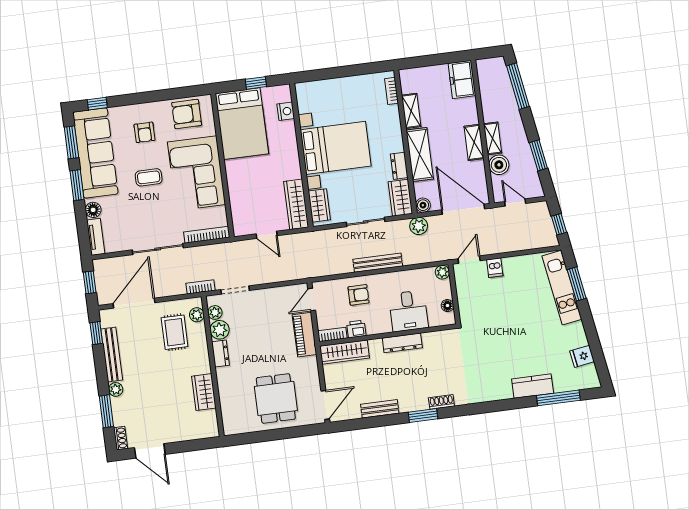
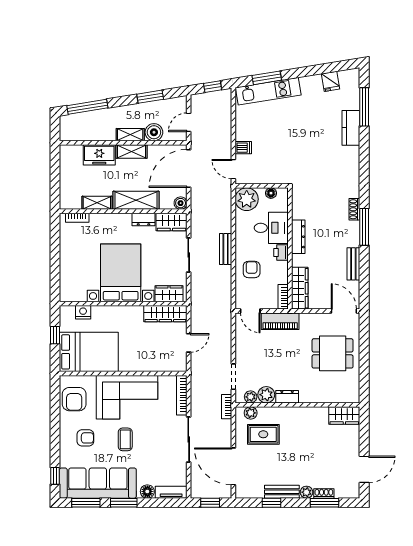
freezer: (462, 79) -> (99, 155), moved
plant: (419, 226) -> (198, 209), removed
bench: (378, 263) -> (226, 249), width x0.73
plant: (442, 272) -> (247, 199), width x1.88, depth x1.88
printer: (356, 329) -> (281, 253), moved
window: (96, 333) -> (272, 503), moved
bench: (112, 355) -> (282, 492), width x0.73
wardrobe: (204, 392) -> (344, 415), moved
window: (423, 415) -> (364, 227), width x1.44
shoe rack: (121, 438) -> (324, 493), moved

